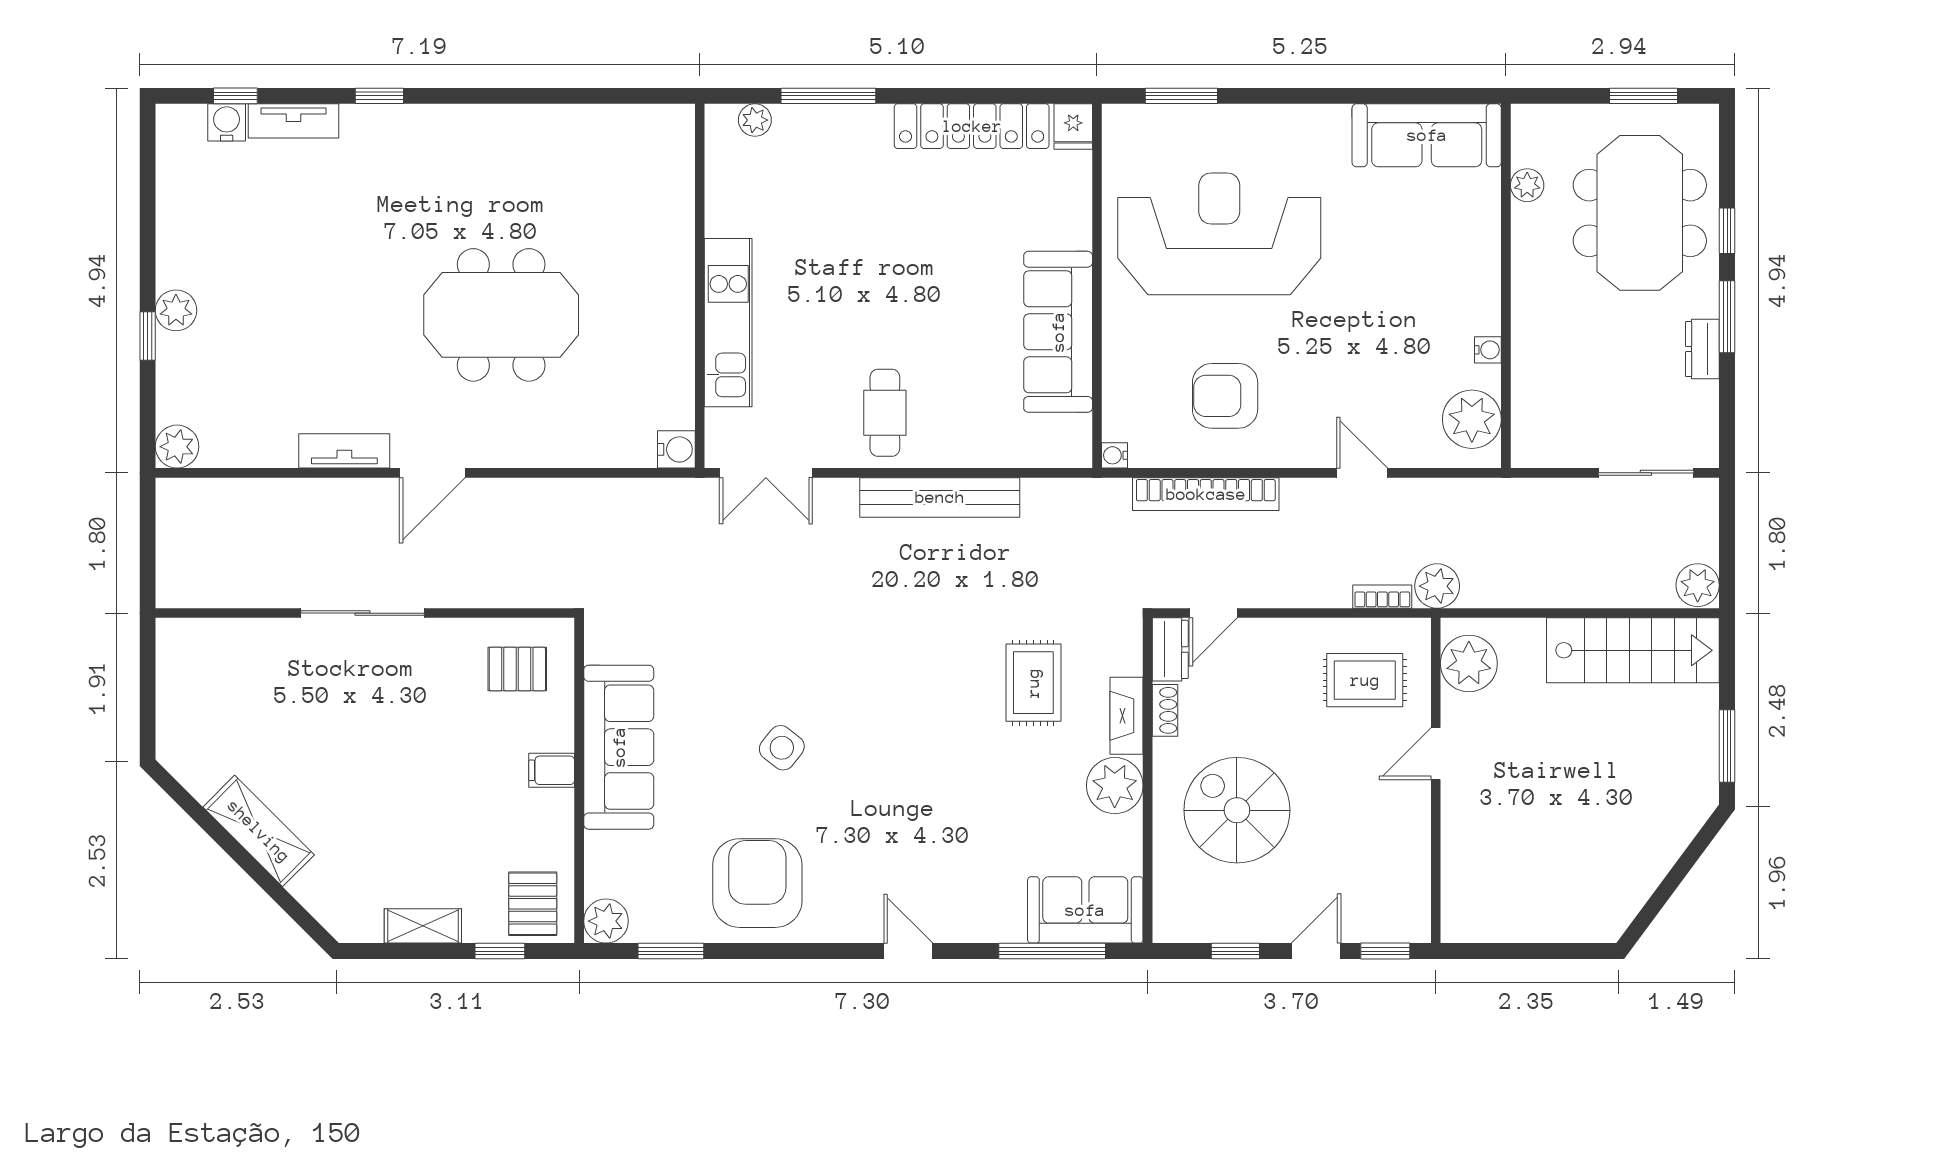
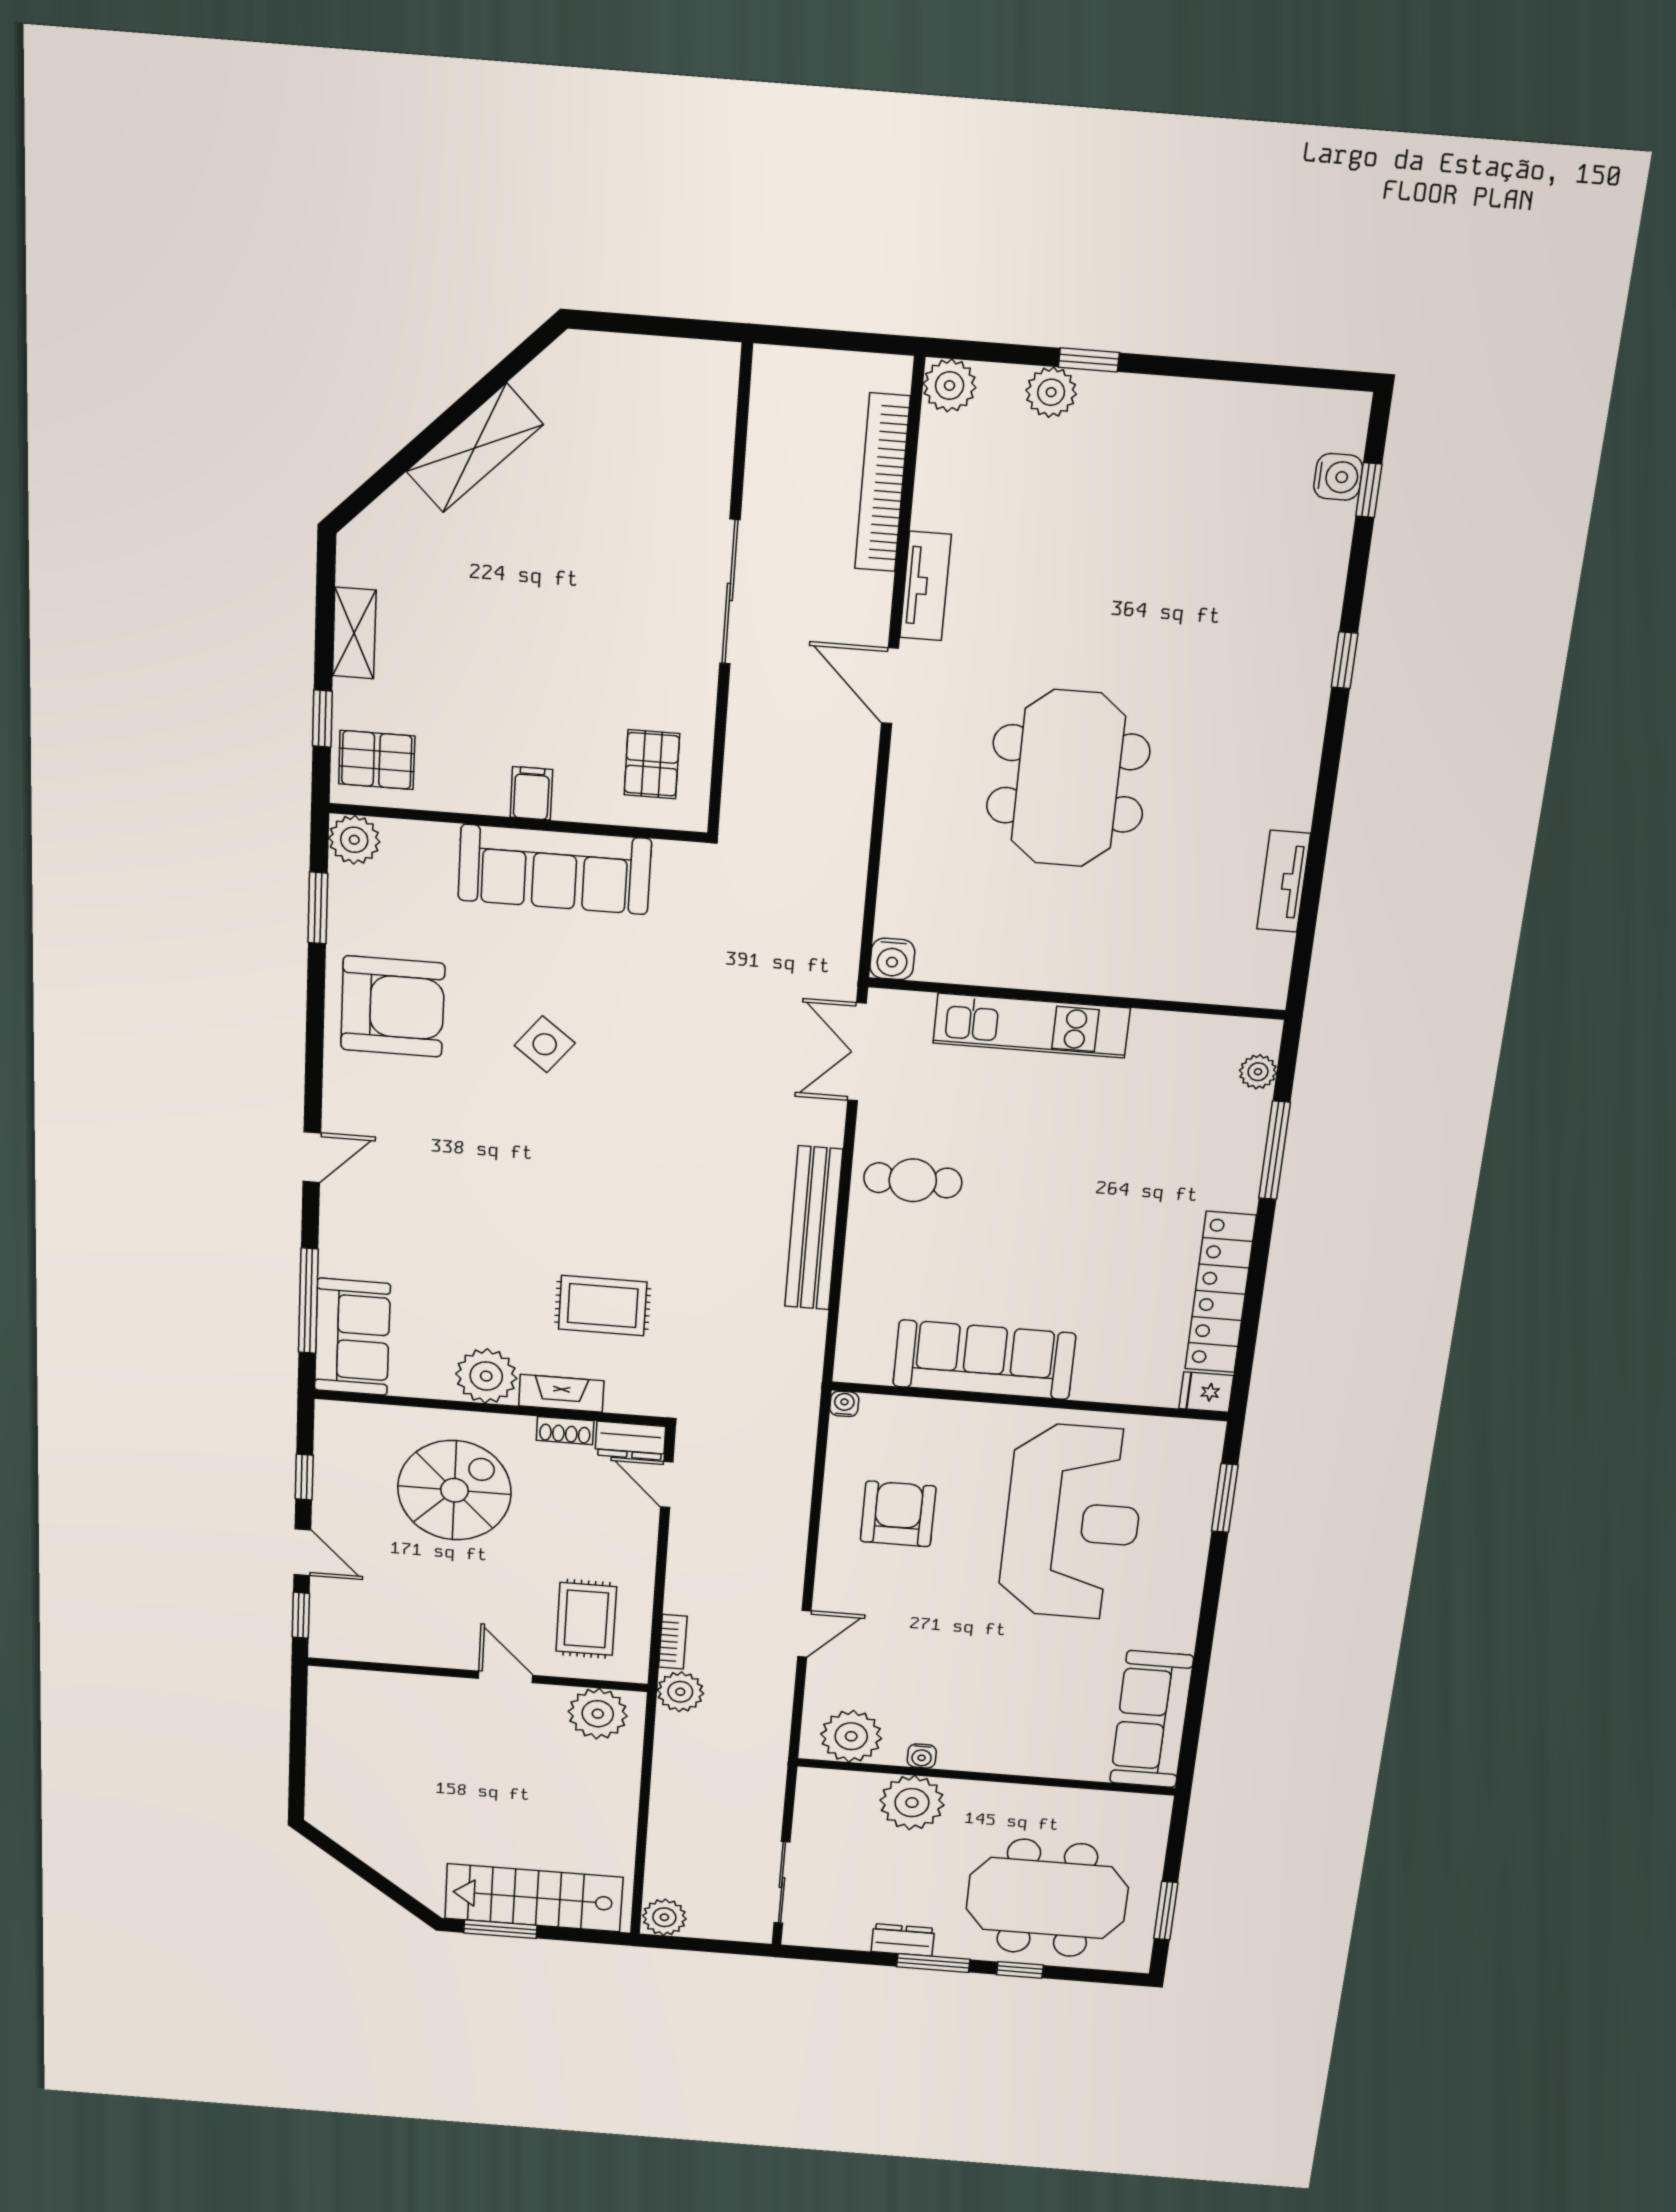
tv unit: (293, 121) -> (1284, 881), moved
plant: (1527, 185) -> (912, 1803), moved, width x1.88, depth x1.88
plant: (176, 310) -> (1051, 392), moved
bookcase: (1206, 494) -> (882, 483), moved
stairs: (1633, 650) -> (534, 1898), moved, turned 90

